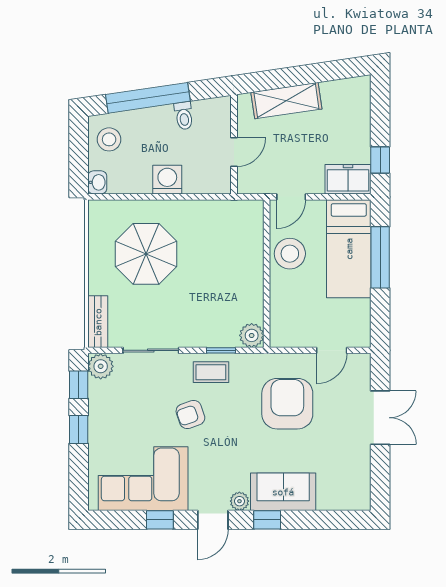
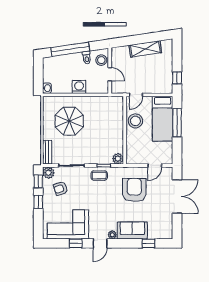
shelving: (286, 101) -> (145, 49), moved
stool: (109, 139) -> (101, 60), moved
door: (234, 152) -> (110, 74), hinge flipped
freezer: (348, 179) -> (162, 87), removed
armchair: (190, 414) -> (61, 188), moved
double door: (380, 418) -> (177, 196), width x1.37
window: (267, 520) -> (148, 243), moved

